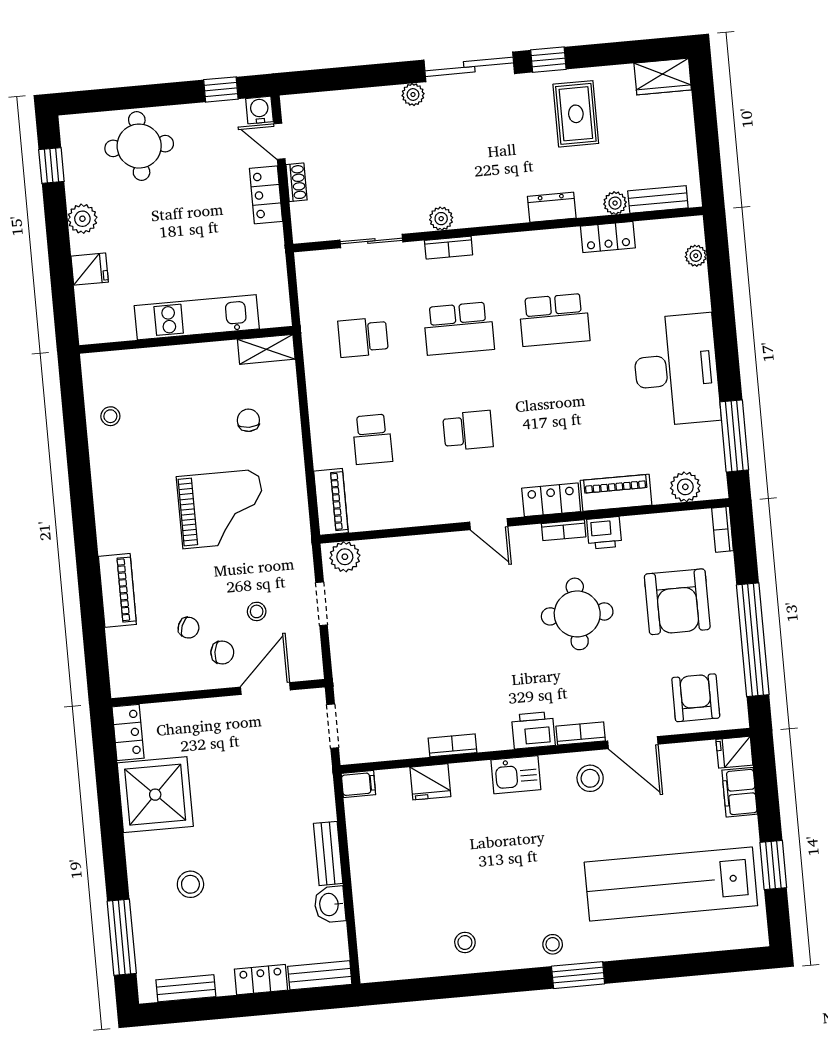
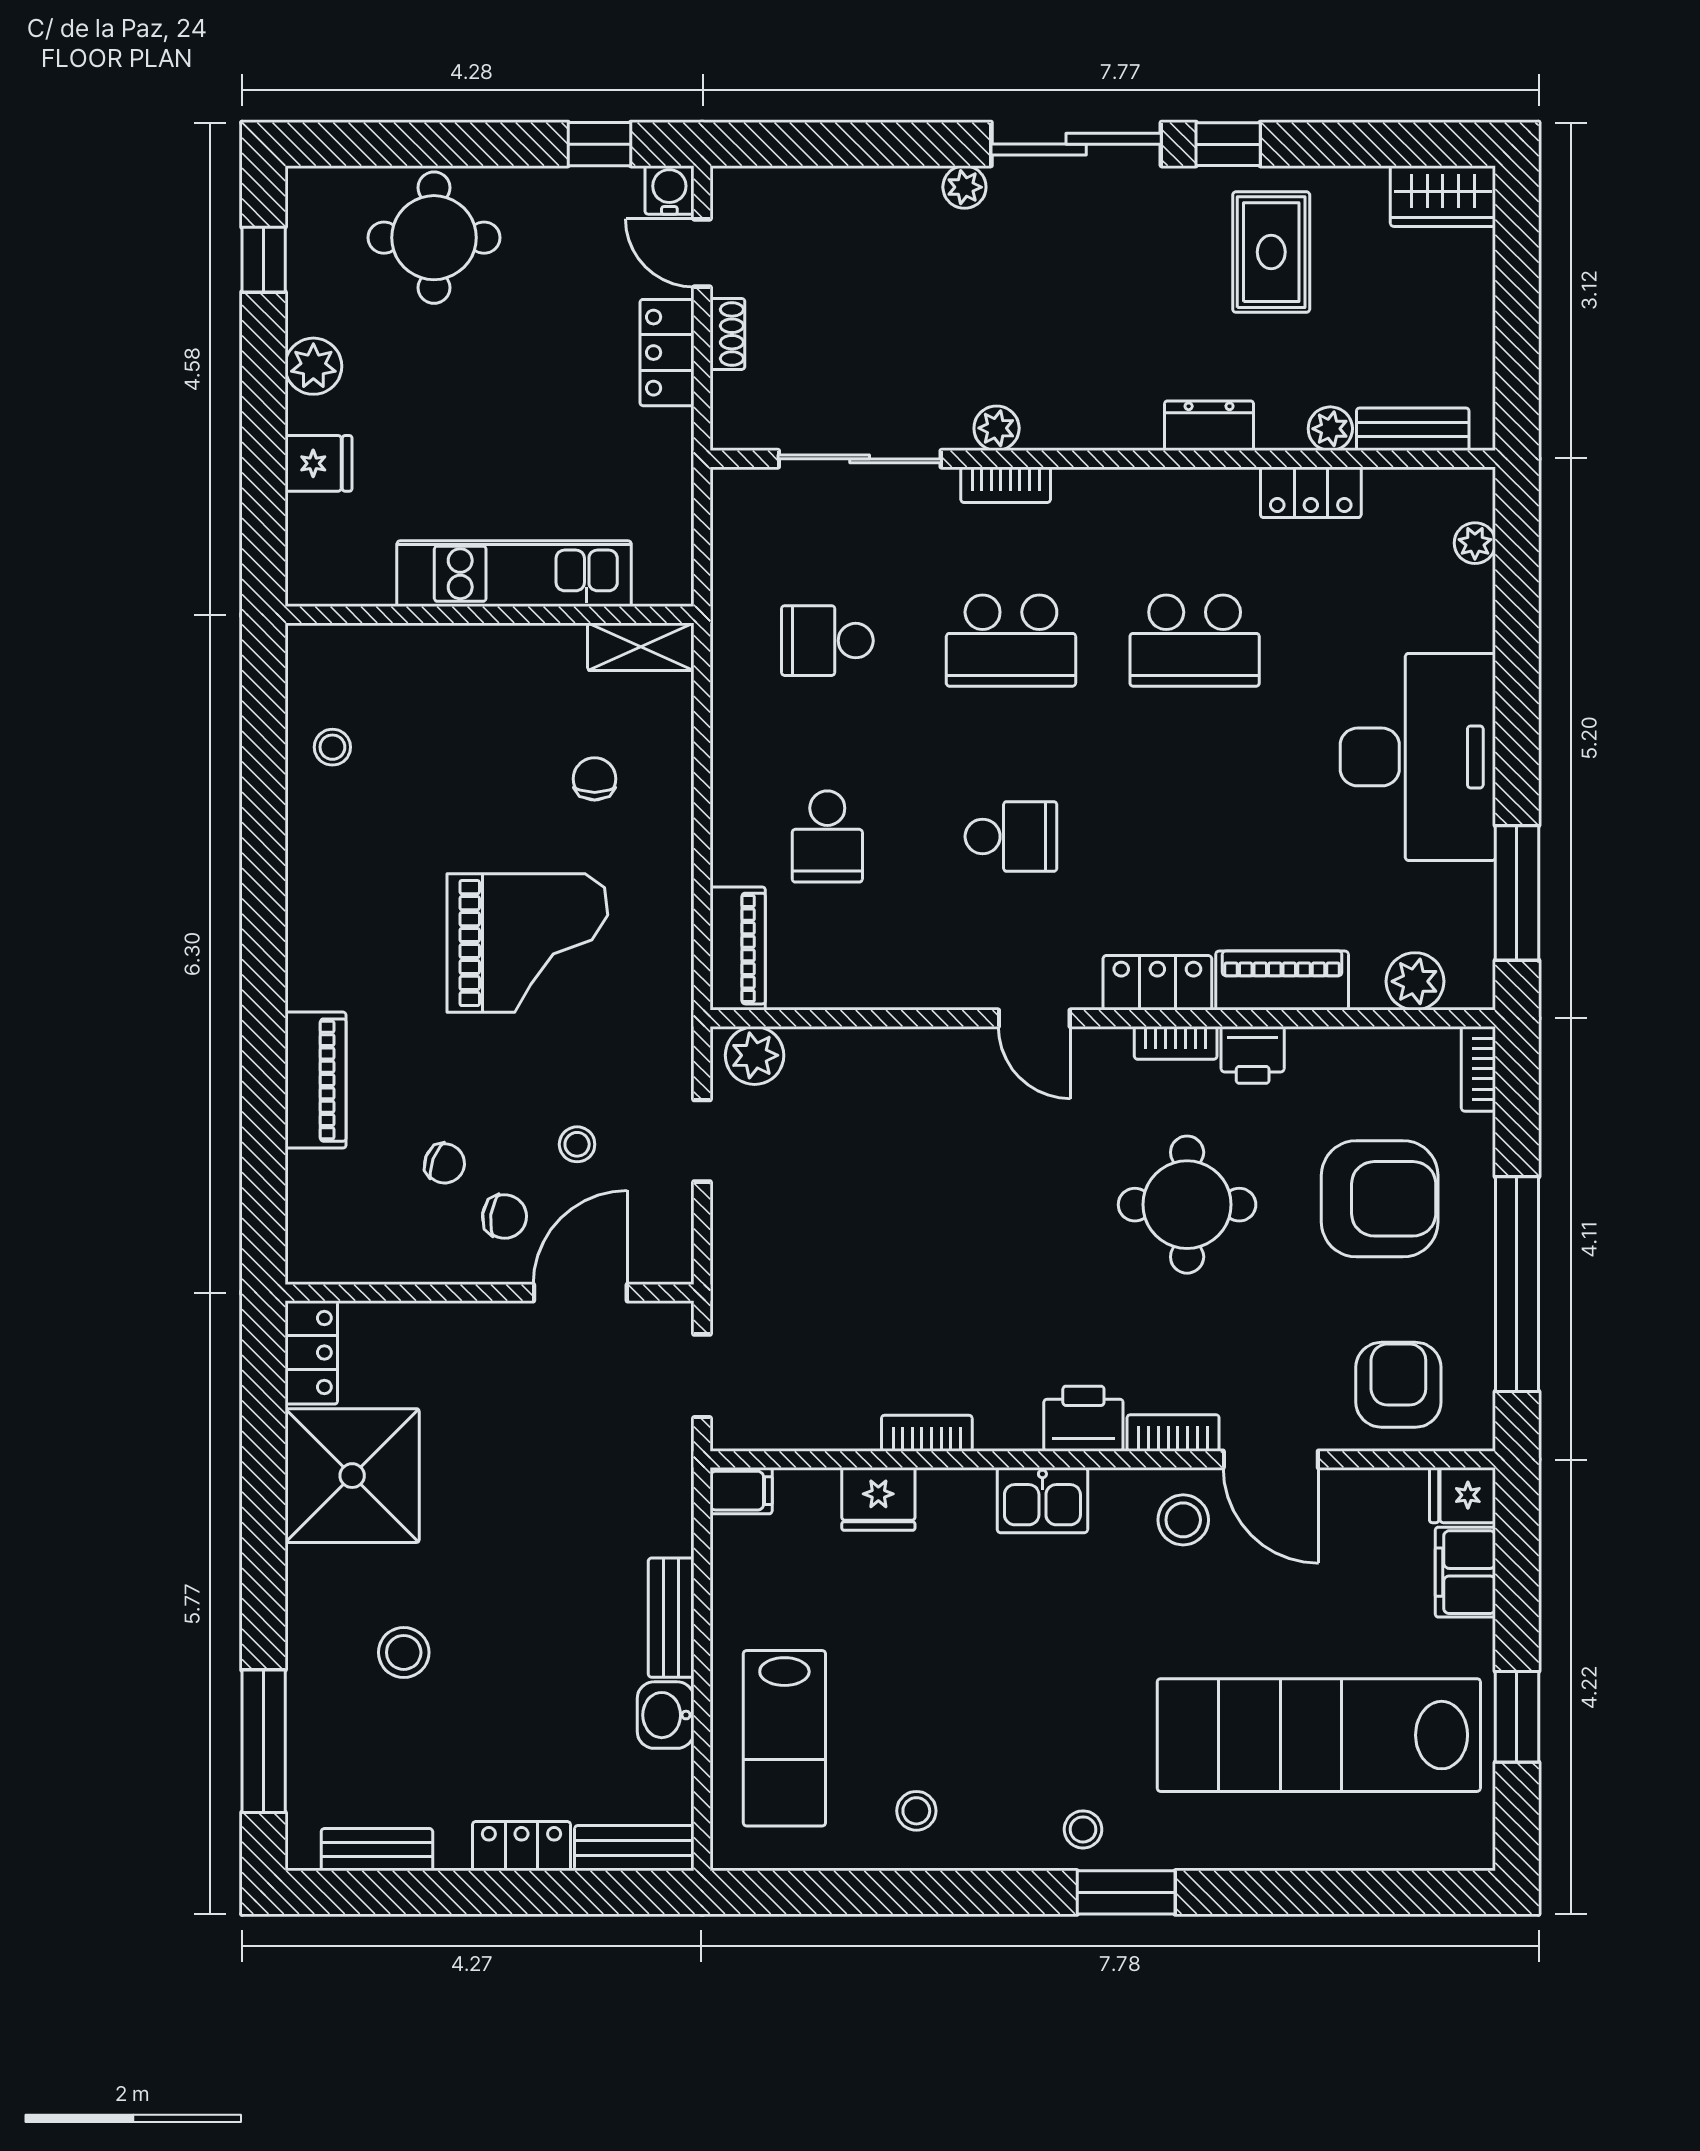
sliding door: (371, 241) -> (860, 459), width x1.37
armchair: (677, 602) -> (1380, 1199), turned -90
lab bench: (393, 911) -> (784, 1738), added

